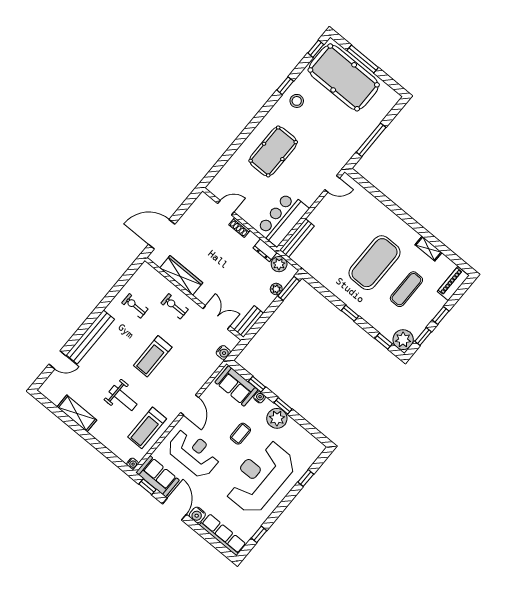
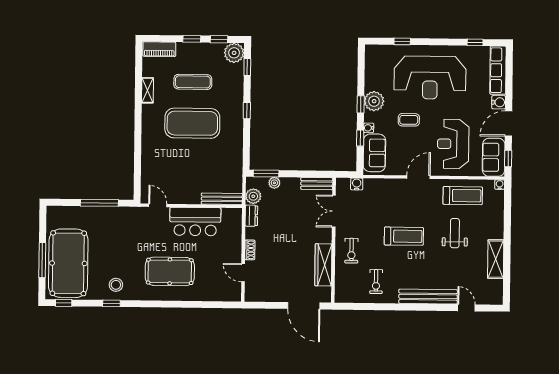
bar counter: (283, 219) -> (195, 222), moved

